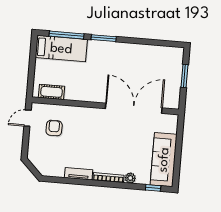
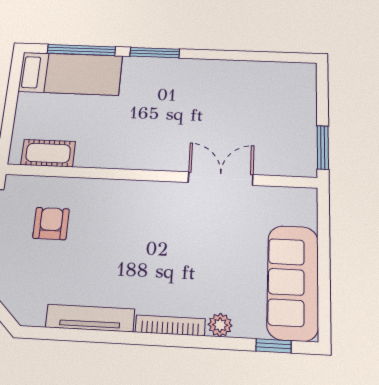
window: (185, 76) -> (323, 147), moved
double door: (134, 108) -> (221, 179), width x0.54
tv unit: (79, 174) -> (90, 318), width x1.41

